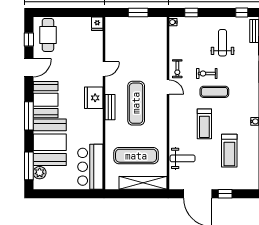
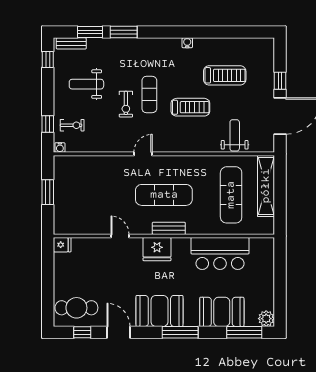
exercise bike: (177, 69) -> (72, 125), moved
booth: (50, 142) -> (222, 312), width x0.73, depth x0.70
bar counter: (90, 167) -> (220, 253), moved
plant: (40, 173) -> (266, 319), moved

